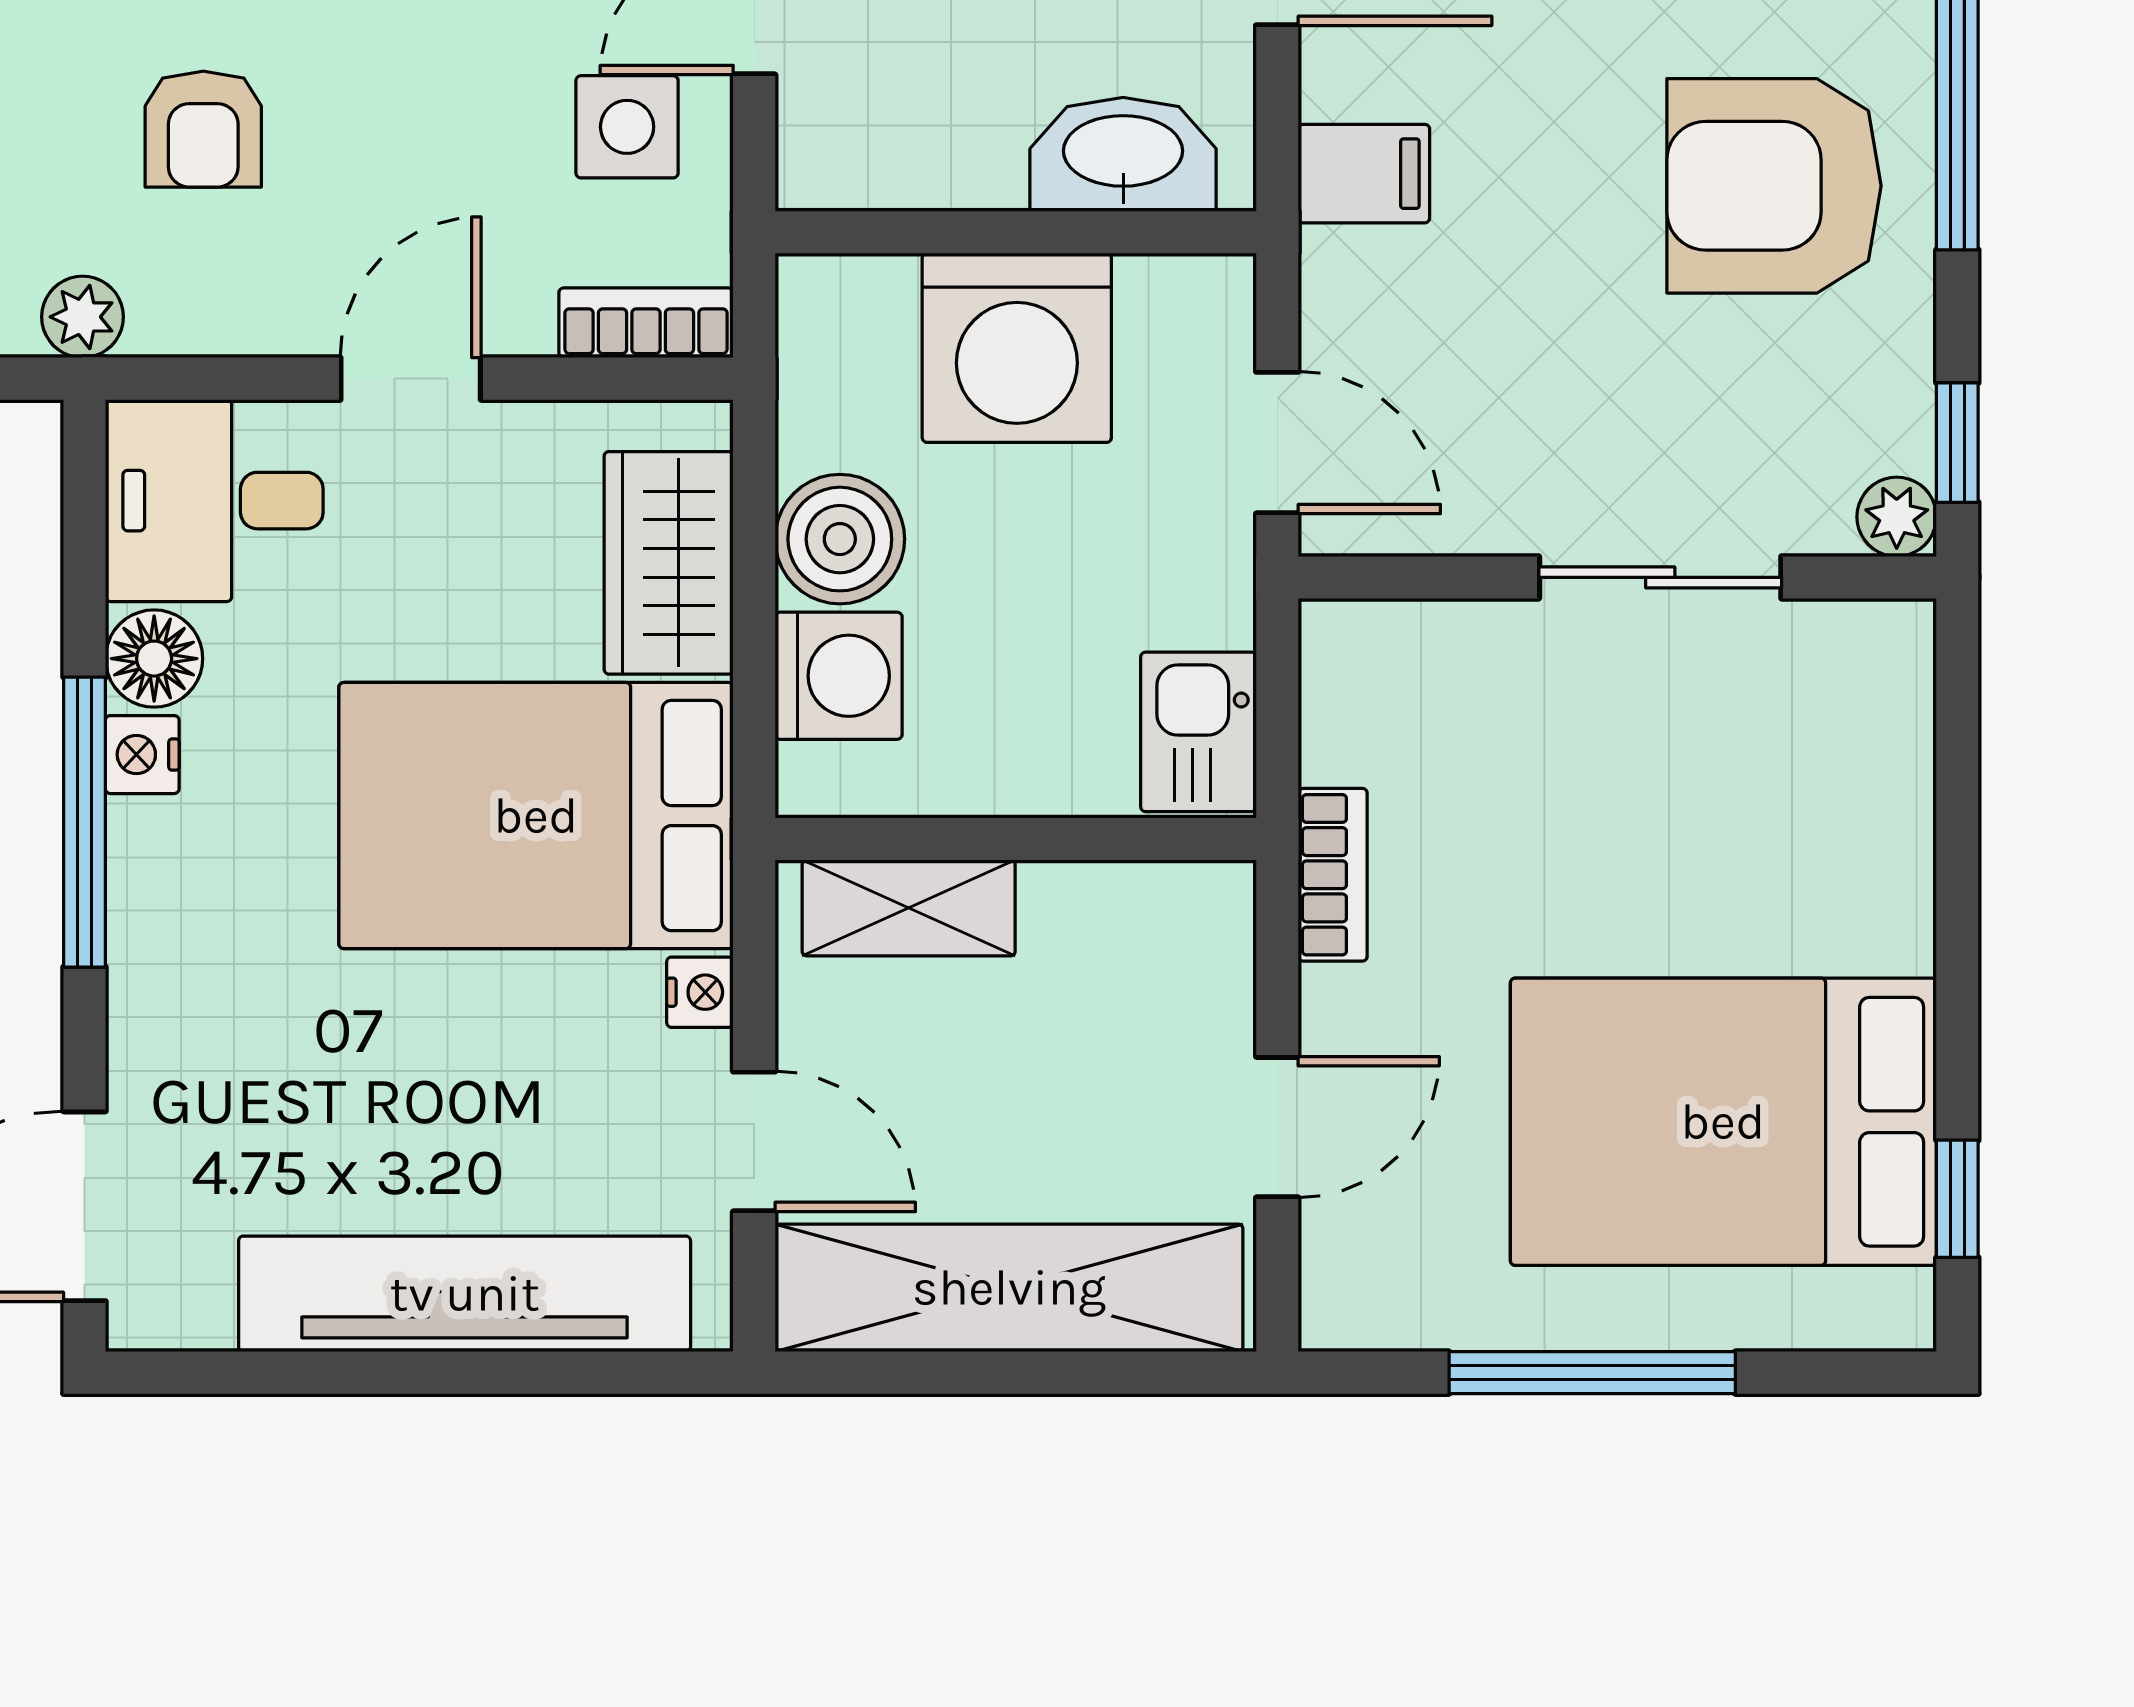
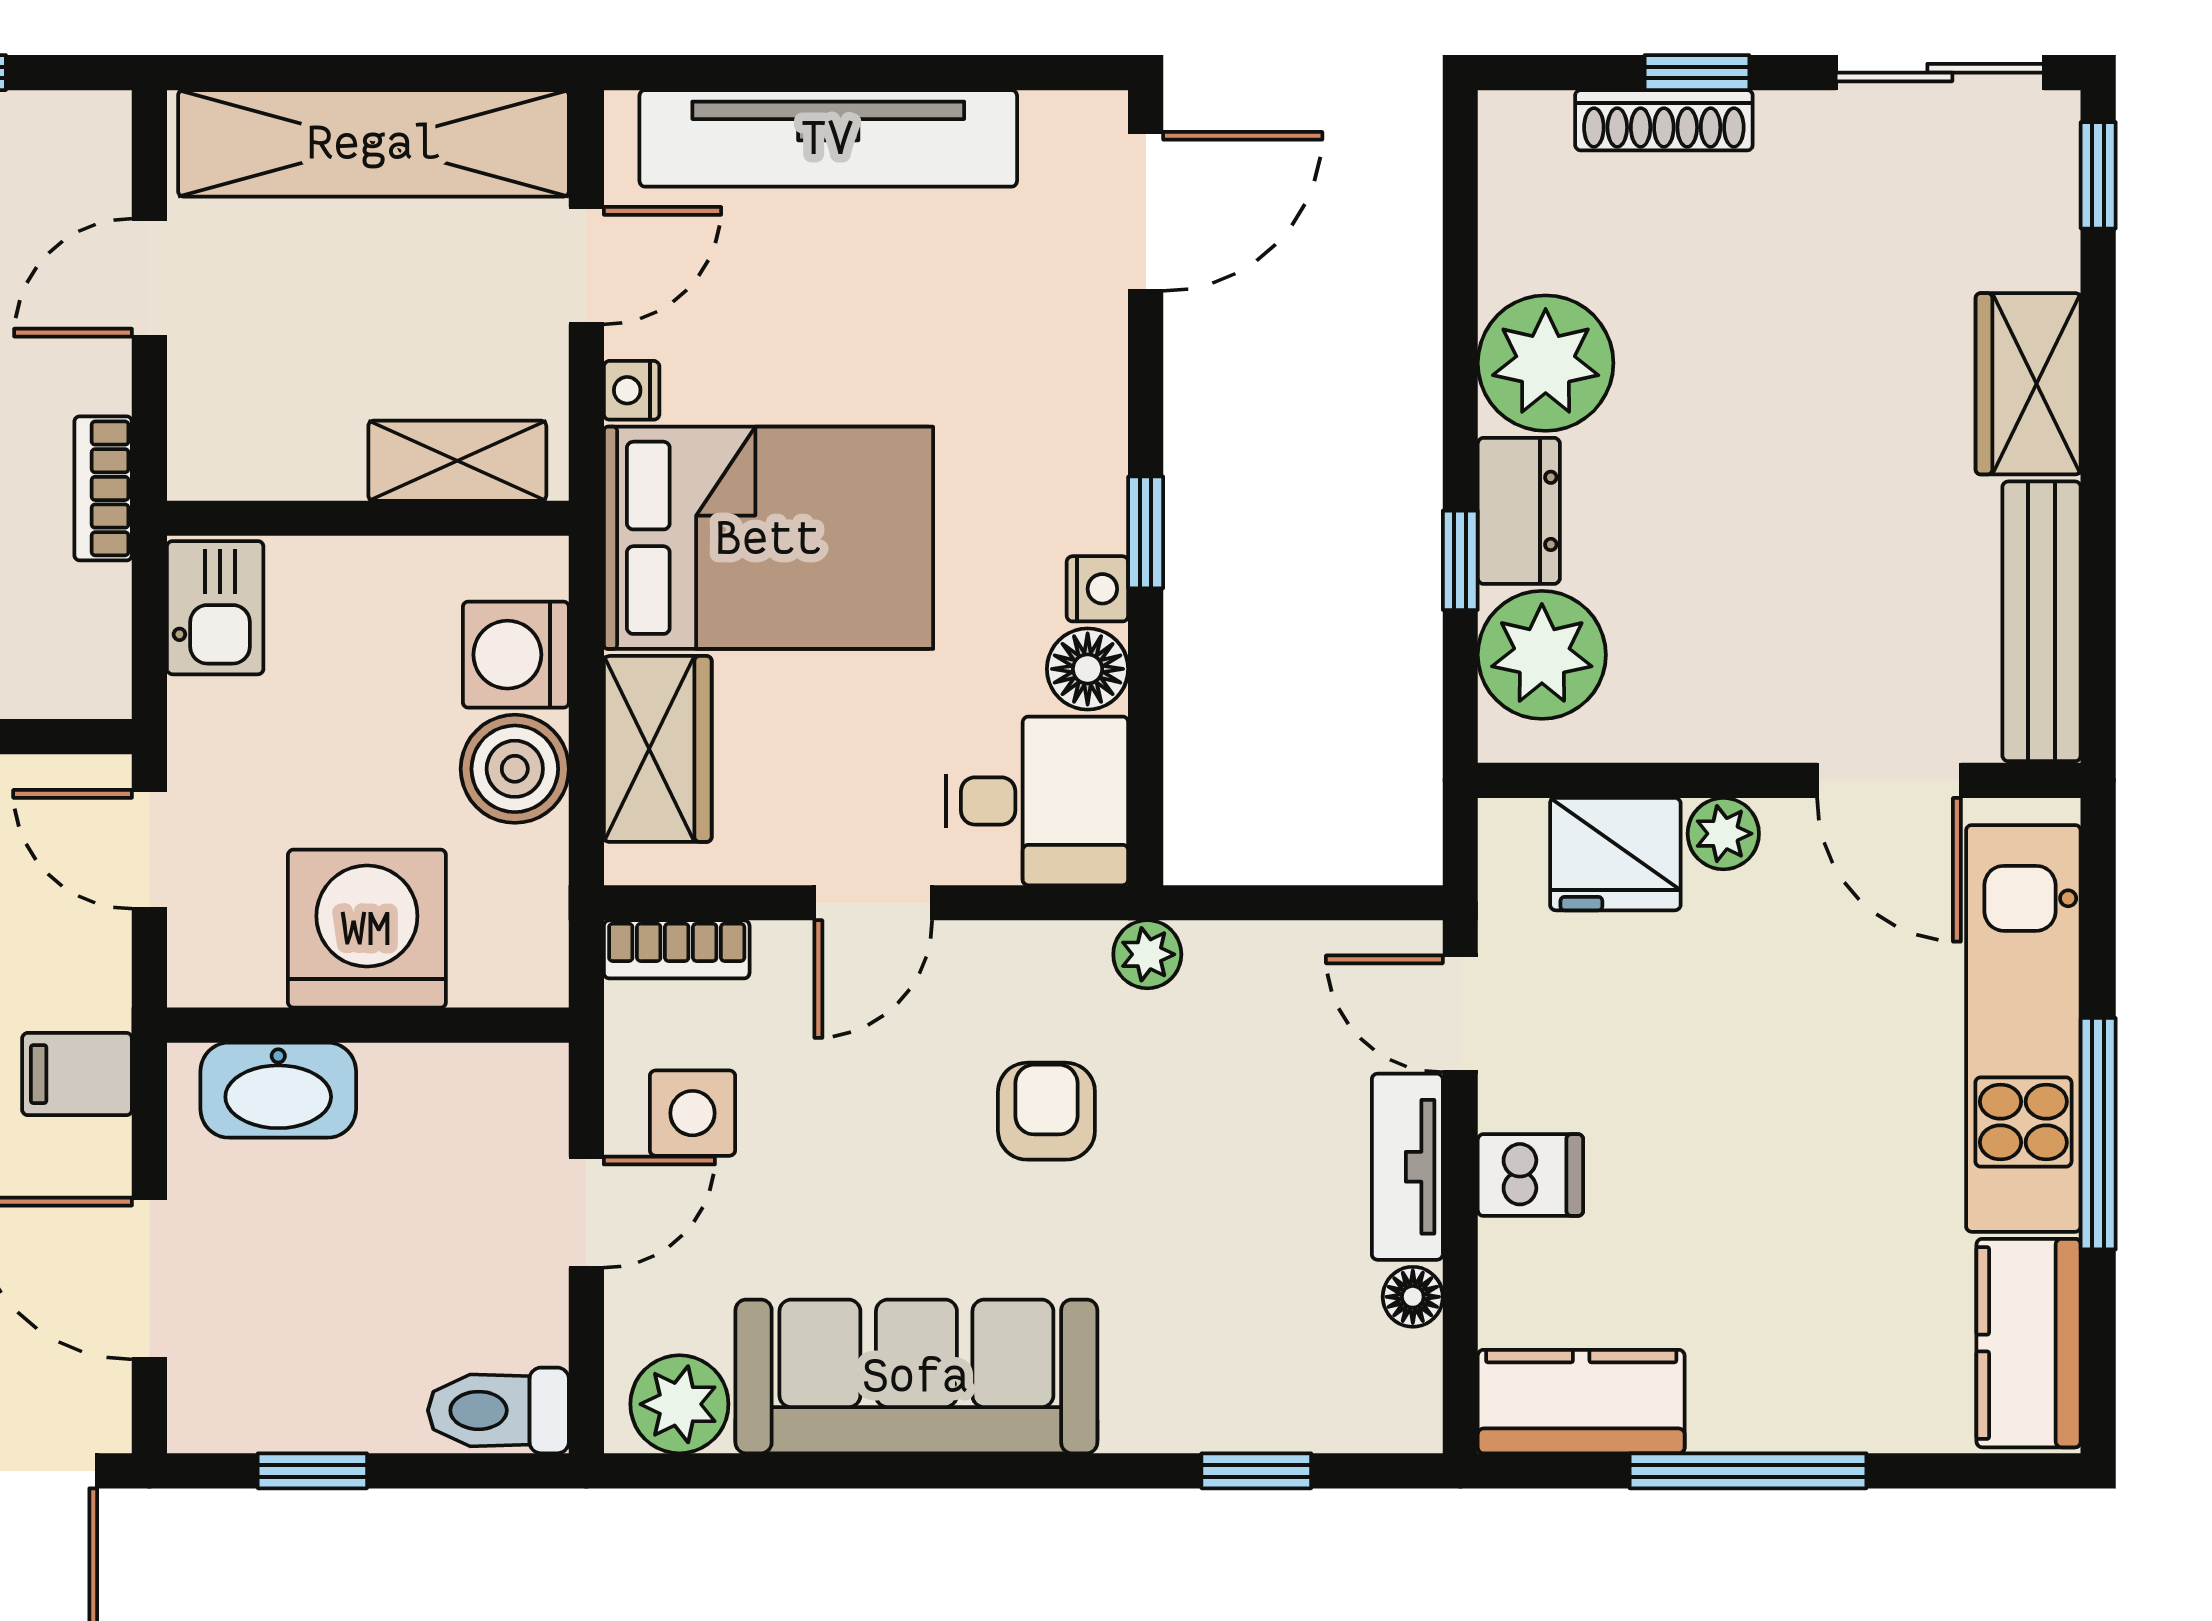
window: (85, 822) -> (1146, 532), width x0.46
door: (754, 1141) -> (586, 266), swing flipped

